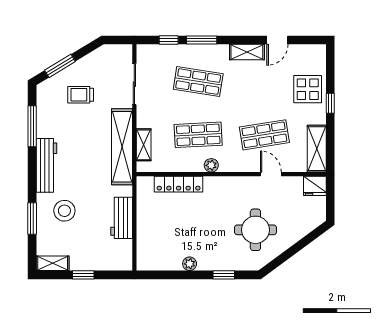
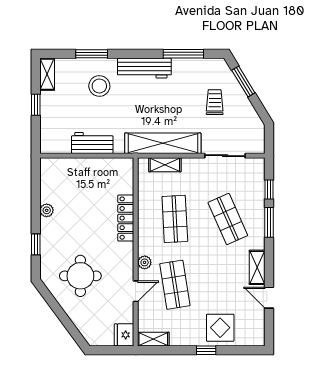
shop shelf: (198, 82) -> (228, 219), turned -33
shelving: (317, 149) -> (153, 339), width x0.67, depth x0.75
plant: (211, 165) -> (145, 262), moved
locker: (179, 184) -> (126, 218), moved

